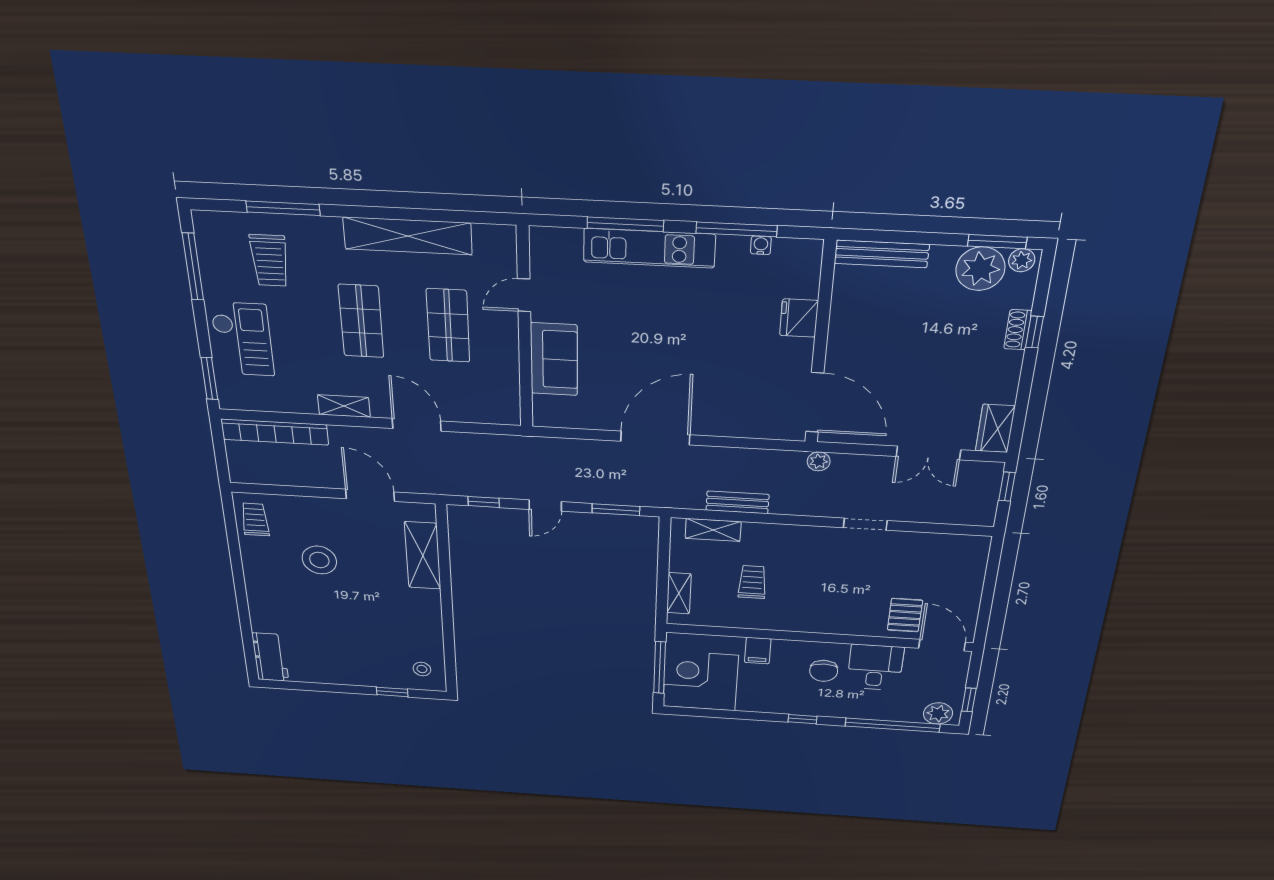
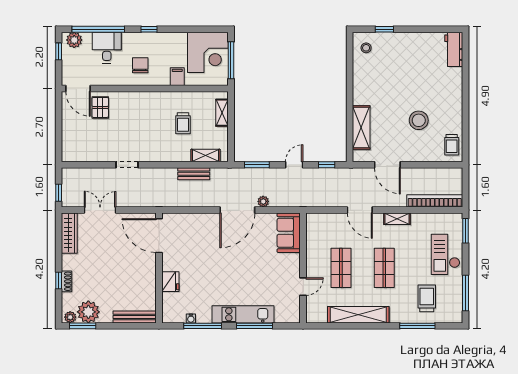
sofa: (554, 359) -> (289, 233), moved
wardrobe: (995, 428) -> (69, 233), width x1.50
plant: (819, 461) -> (263, 201), moved
desk: (875, 667) -> (107, 48), moved, turned 180

